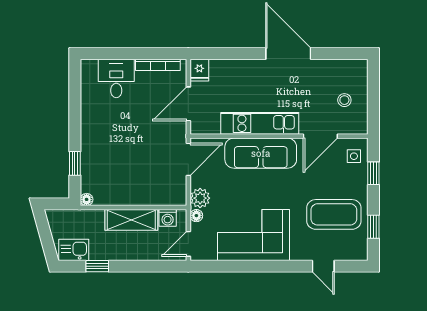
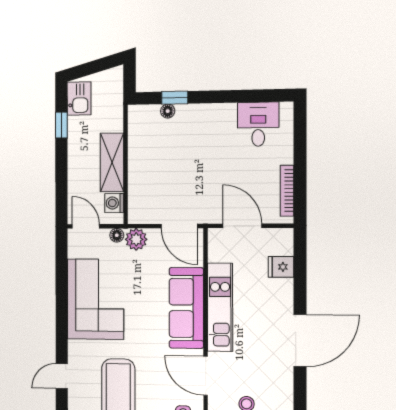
fridge: (199, 70) -> (281, 267), moved
desk: (116, 79) -> (258, 124), moved, turned -90
floor lamp: (87, 199) -> (168, 111), moved

